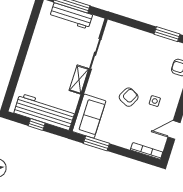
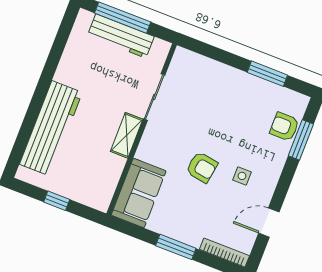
armchair: (129, 97) -> (202, 167), turned 72
workbench: (45, 112) -> (51, 128), moved, turned 90
window: (96, 143) -> (176, 247), moved

